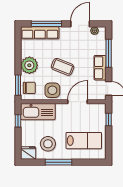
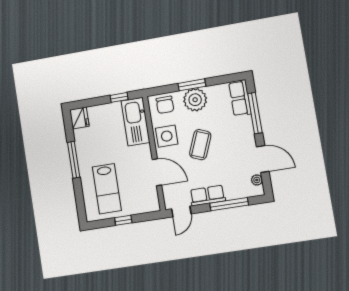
row of seats: (40, 33) -> (240, 98), width x0.68
window: (18, 85) -> (192, 85), moved
window: (109, 120) -> (123, 220), moved
stool: (48, 144) -> (95, 142), removed

